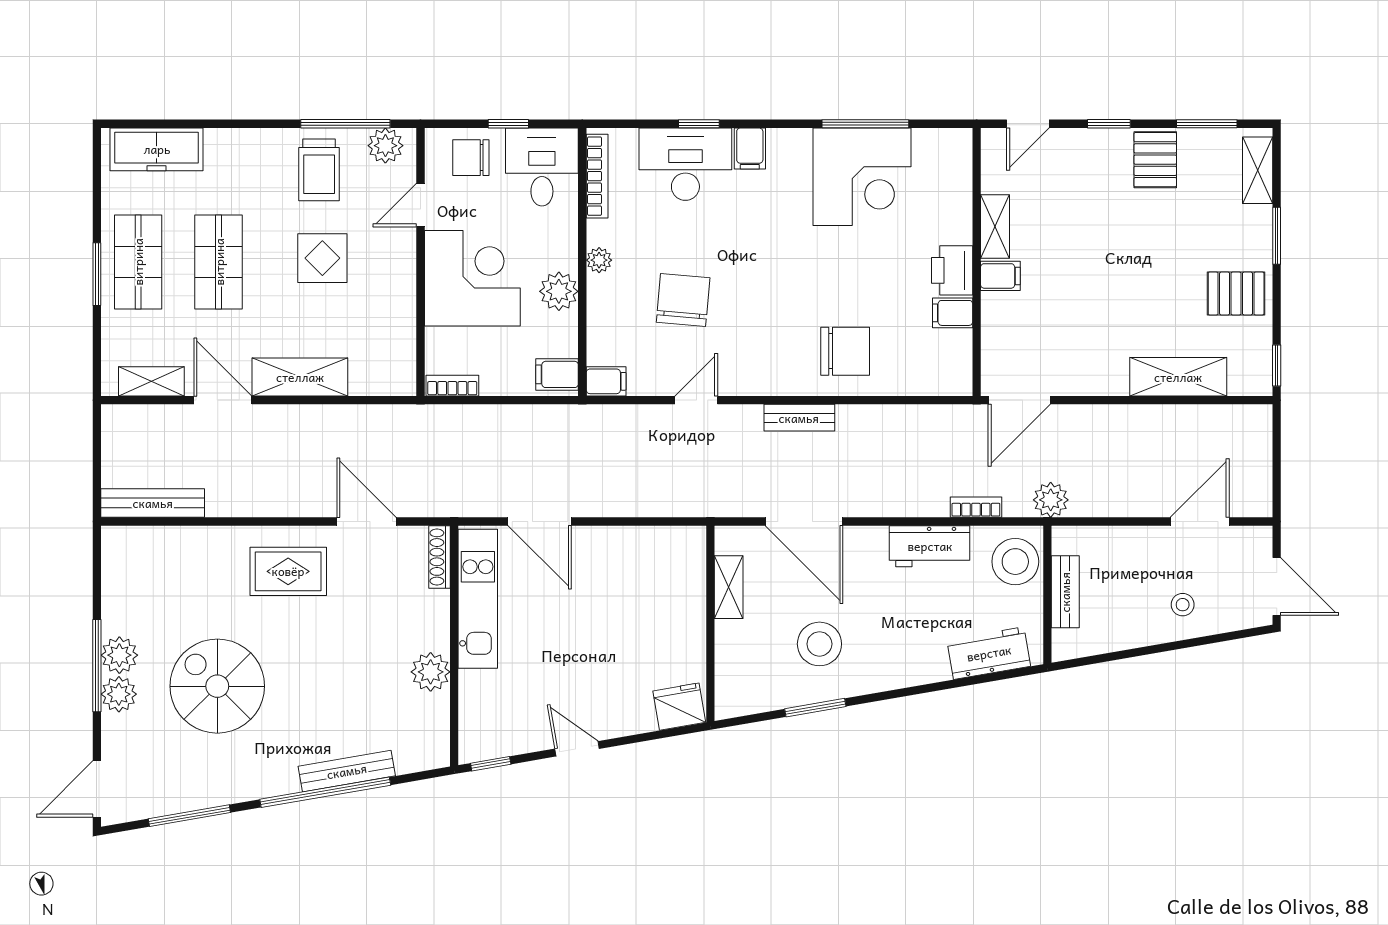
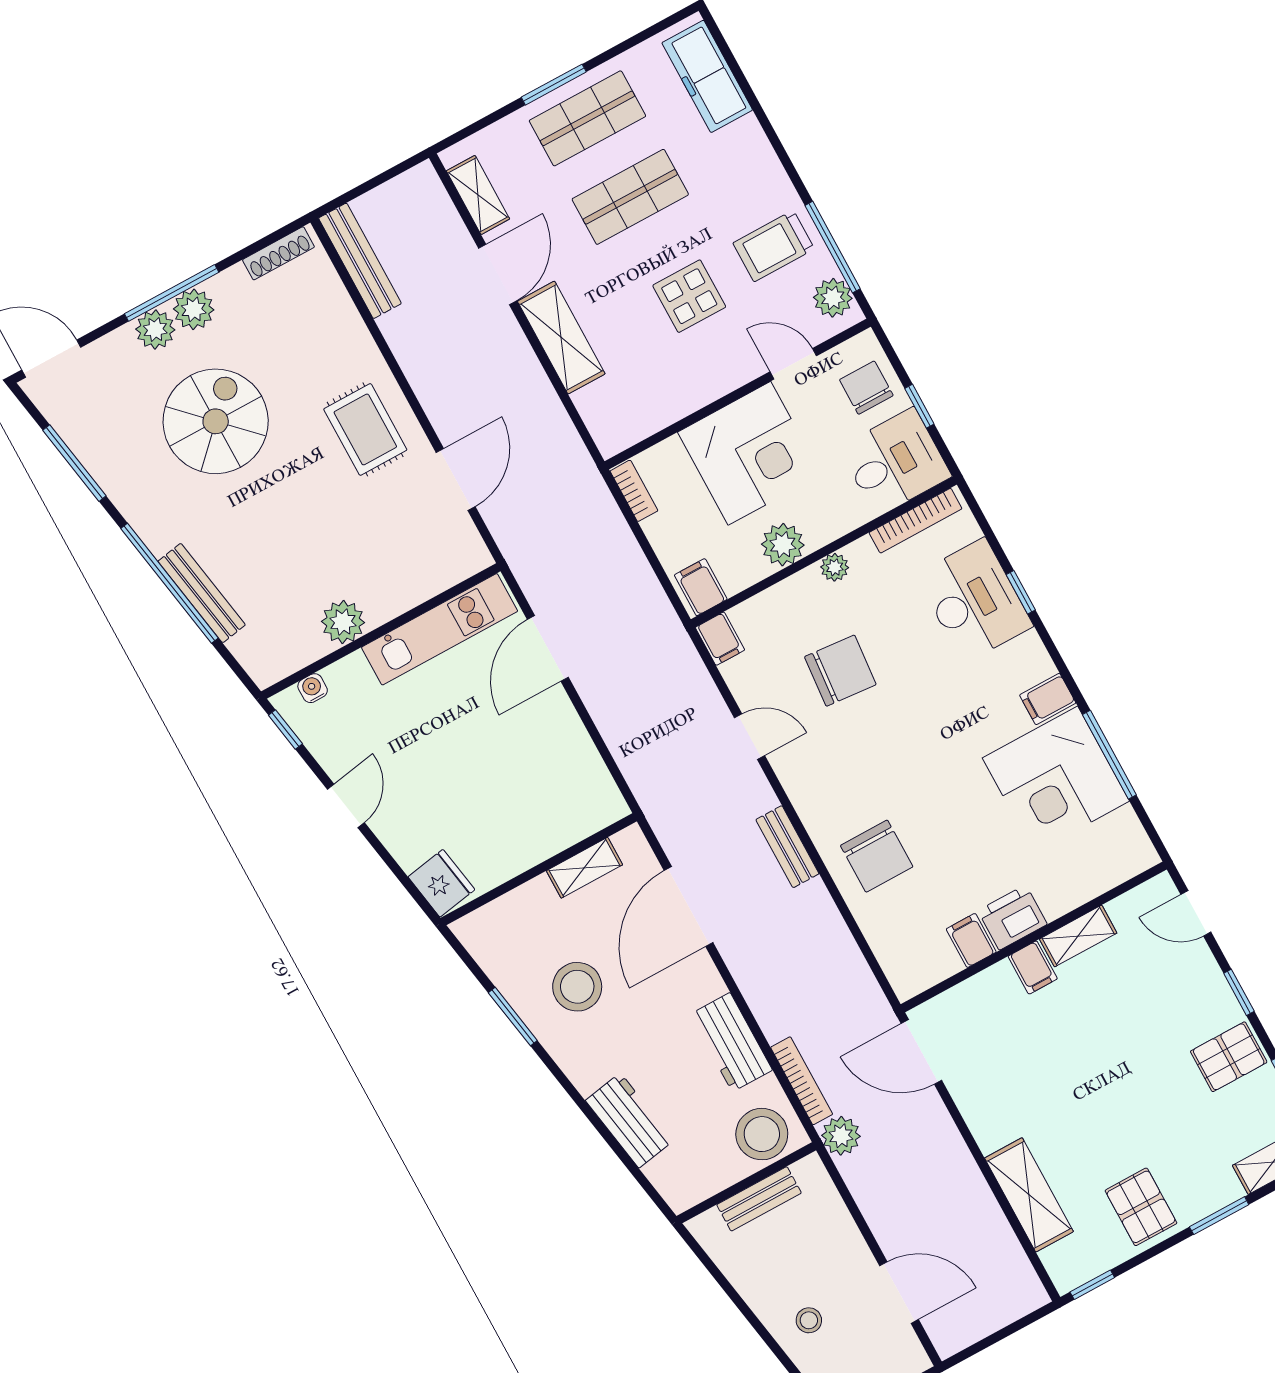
filing cabinet: (750, 149) -> (1048, 699), moved
bookcase: (976, 507) -> (802, 1081), width x1.56
shoe rack: (439, 557) -> (278, 253), moved, turned 180
workbench: (989, 653) -> (630, 1120), moved
water cooler: (470, 724) -> (313, 688), added

